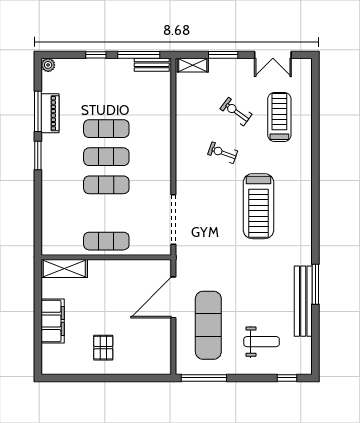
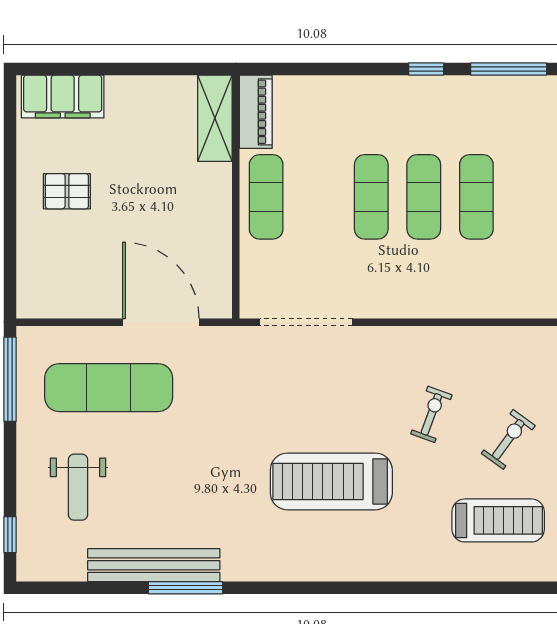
piano: (50, 113) -> (256, 112), moved, turned -90
window: (38, 156) -> (426, 69), width x0.67
filing cabinet: (53, 321) -> (63, 97), moved

